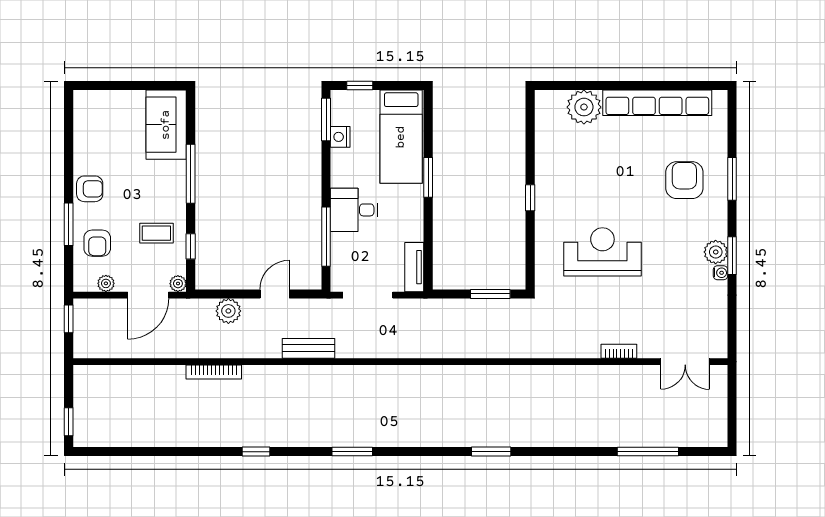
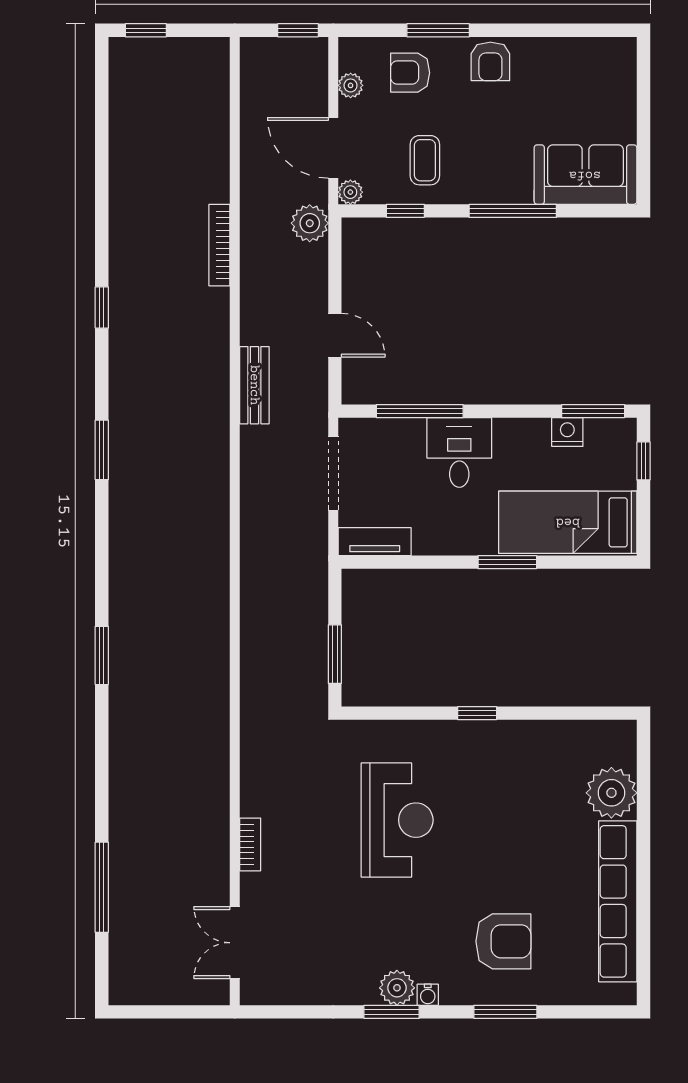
water cooler: (720, 273) -> (428, 995), moved
plant: (228, 311) -> (310, 223), moved

